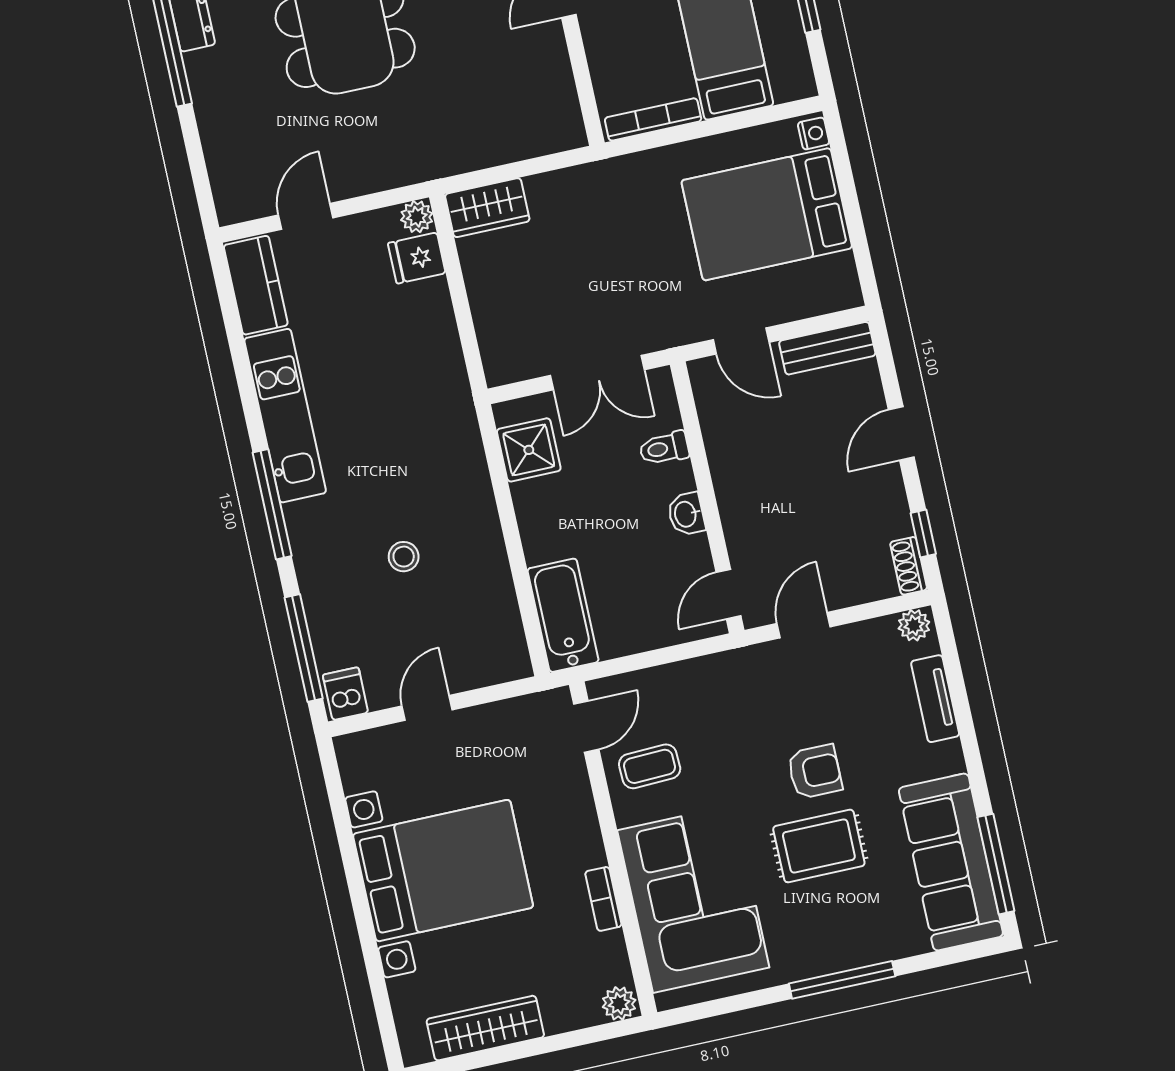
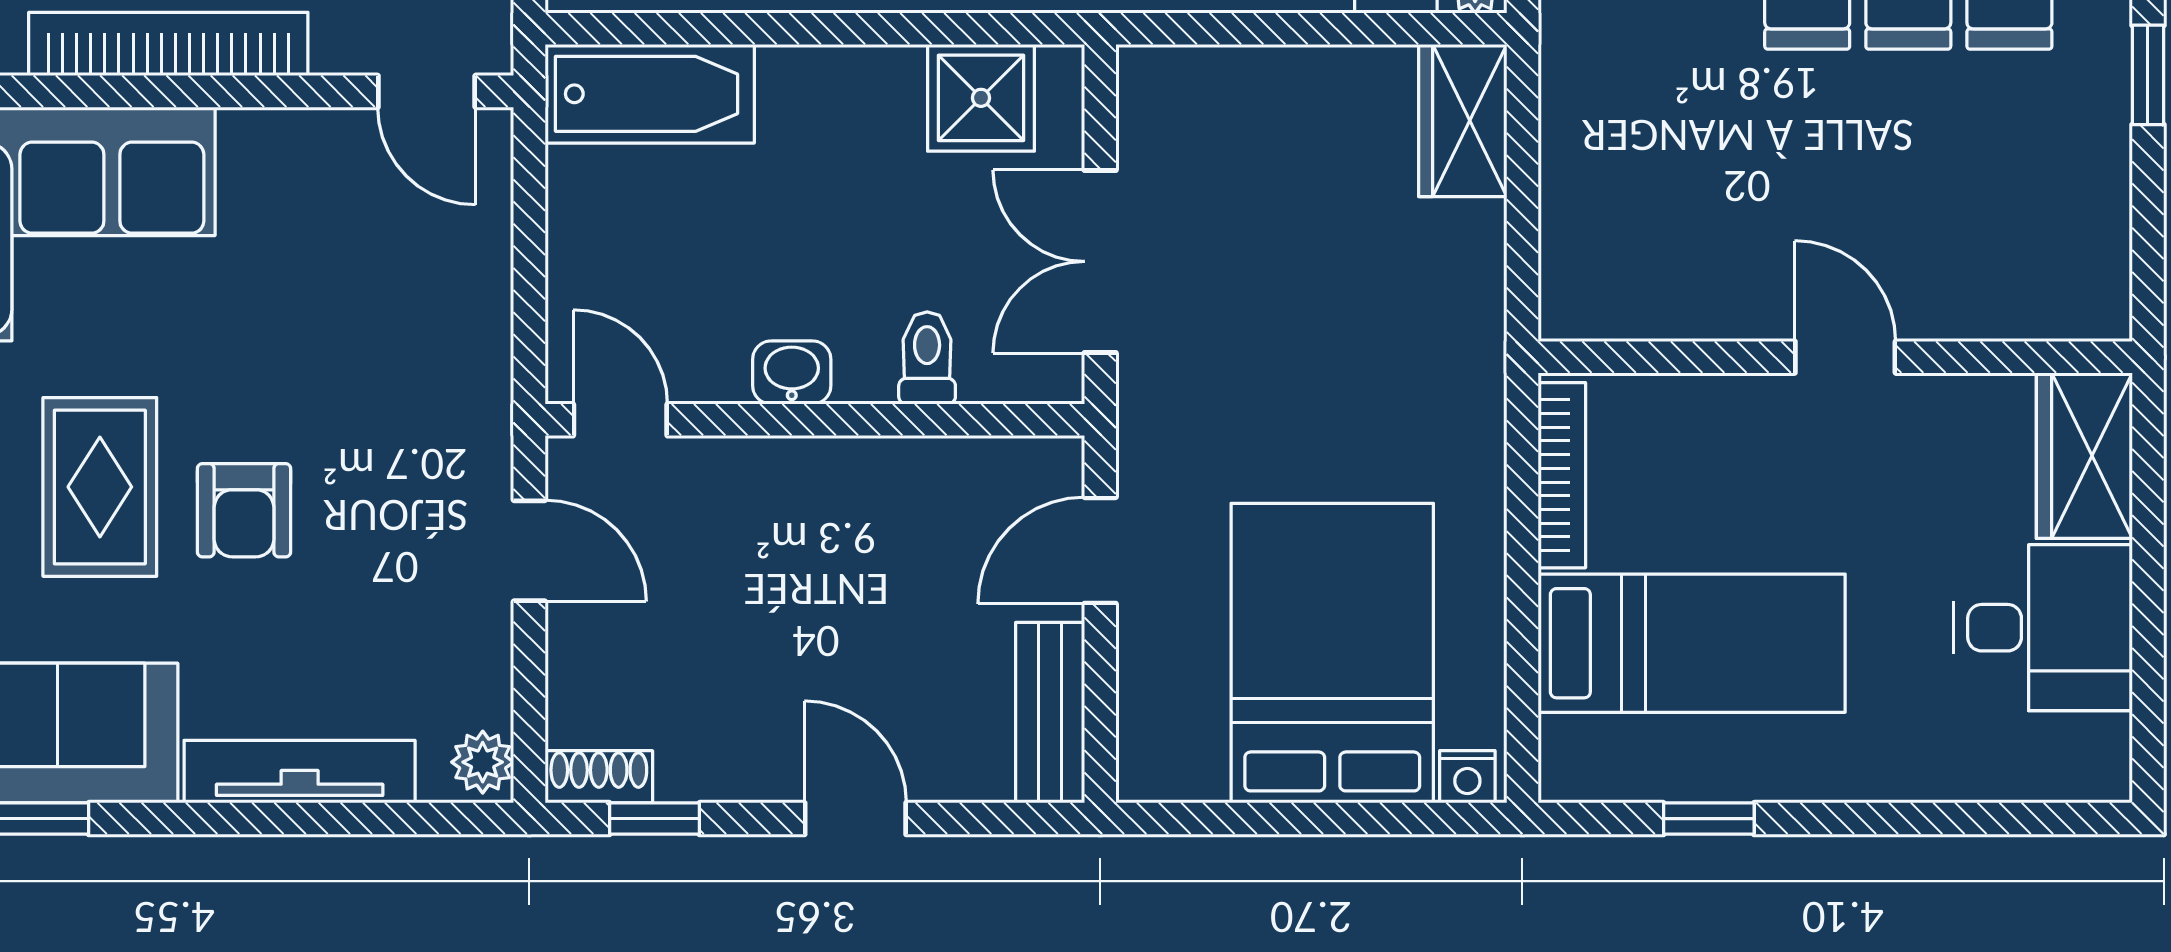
tv unit: (935, 699) -> (300, 772), width x1.41
coffee table: (650, 766) -> (324, 196), removed
bookcase: (603, 899) -> (168, 44), width x2.31, depth x1.31

